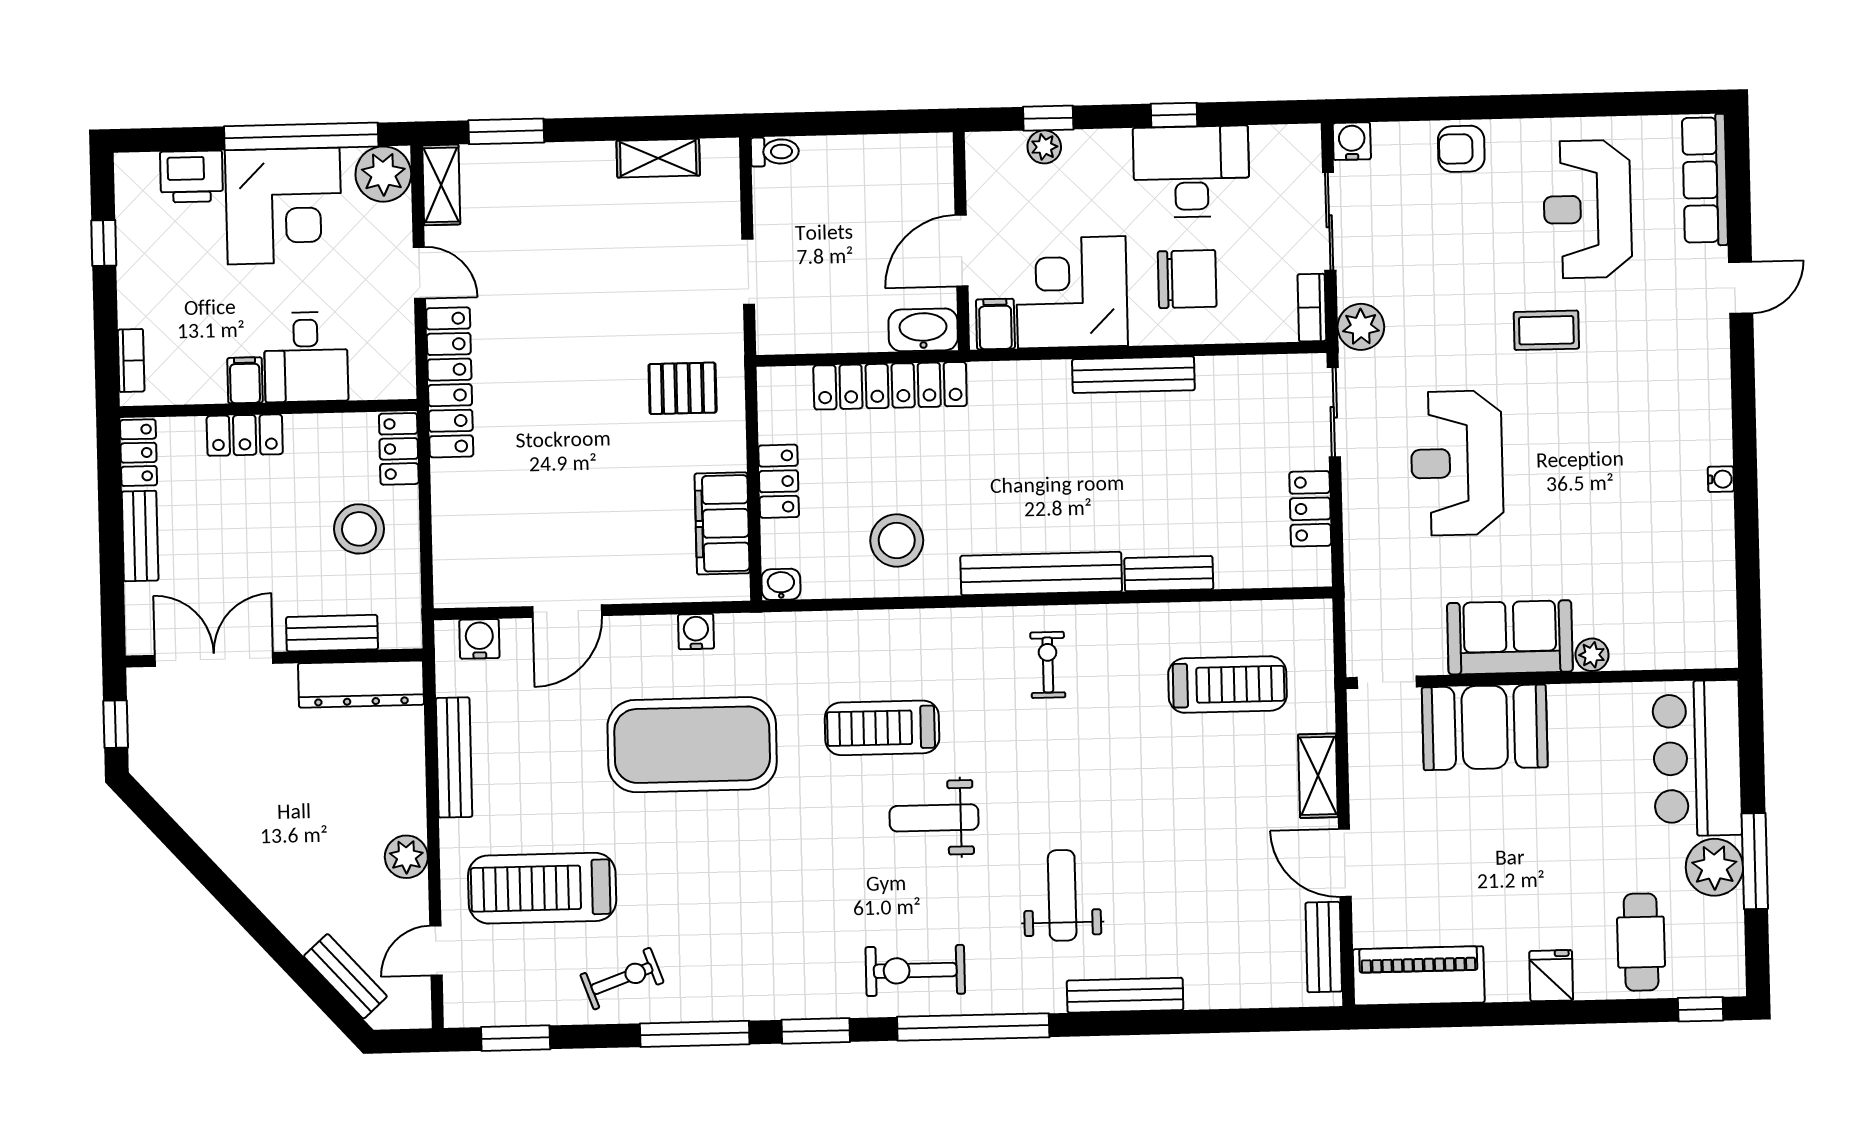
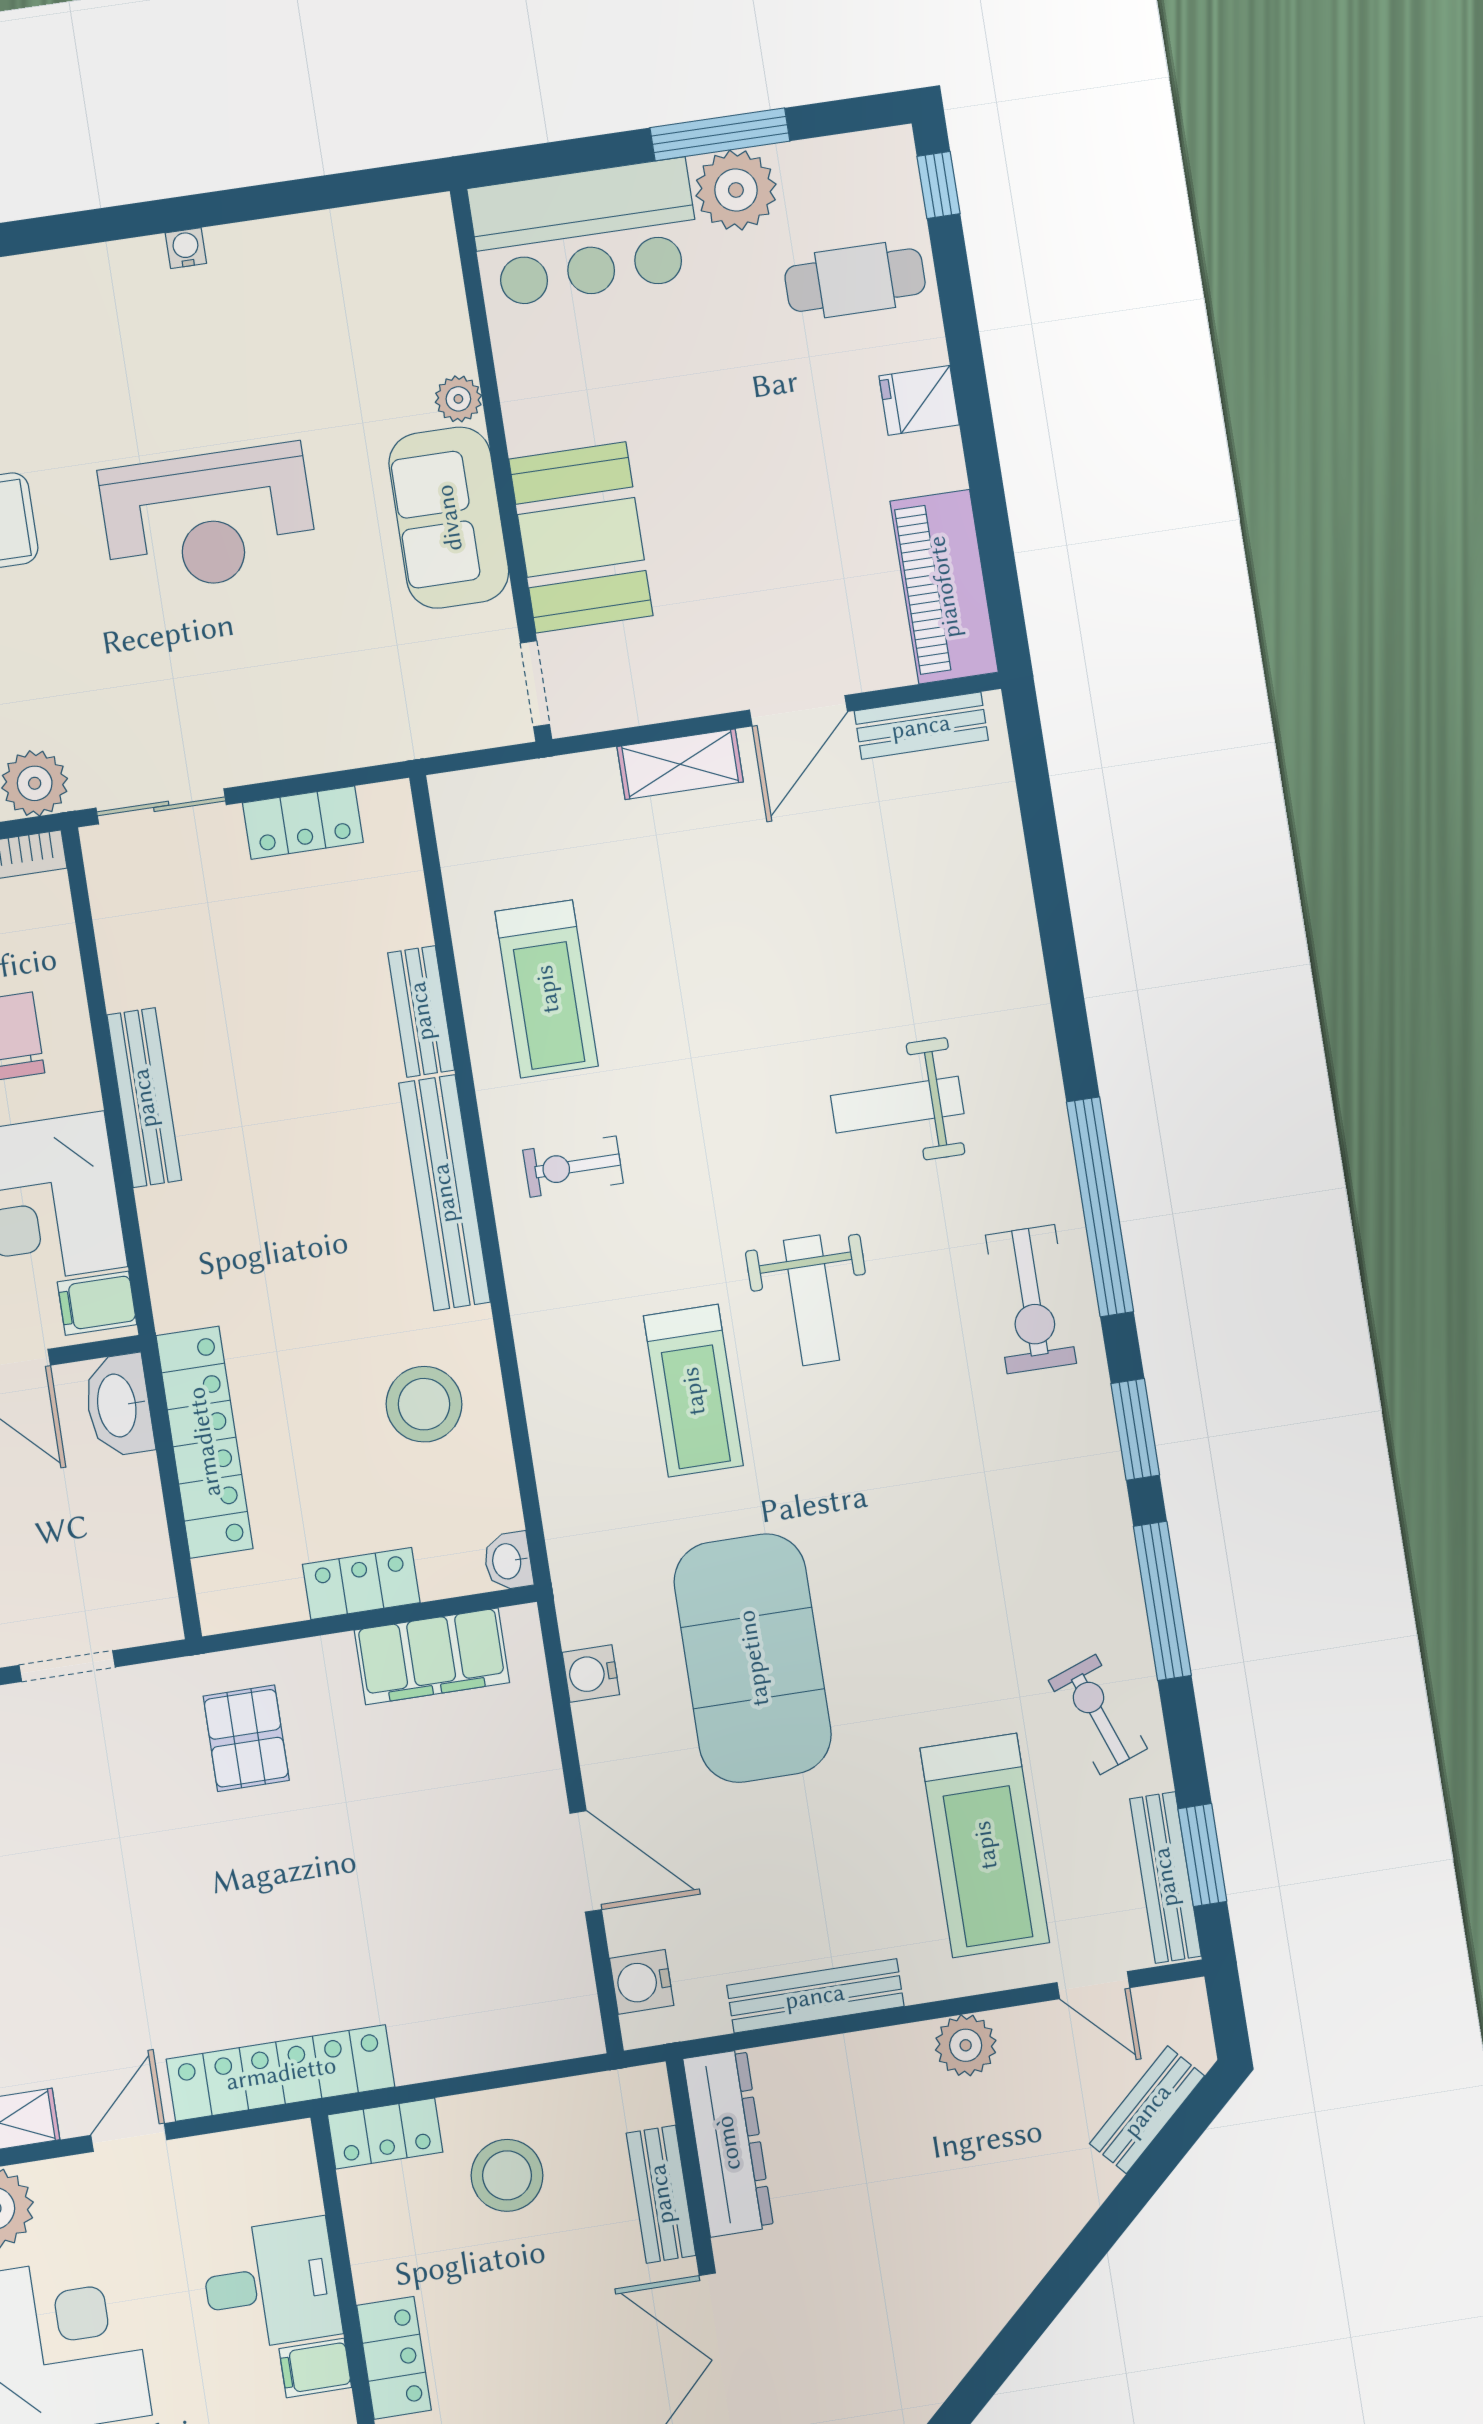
reception desk: (1457, 463) -> (208, 519), moved
treadmill: (1227, 685) -> (547, 989), moved, turned 180
bench: (1125, 995) -> (1165, 1877), moved

